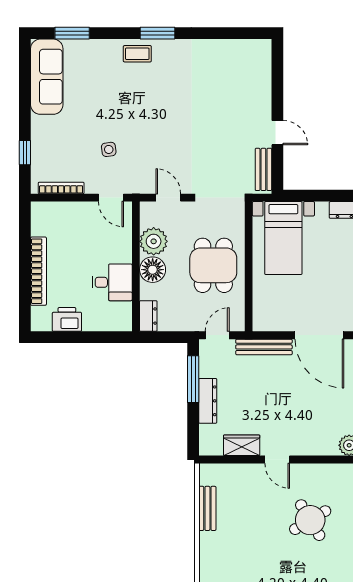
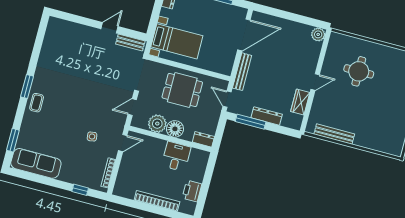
bench: (207, 508) -> (334, 134), width x1.36
round table: (310, 520) -> (359, 71), turned 31

